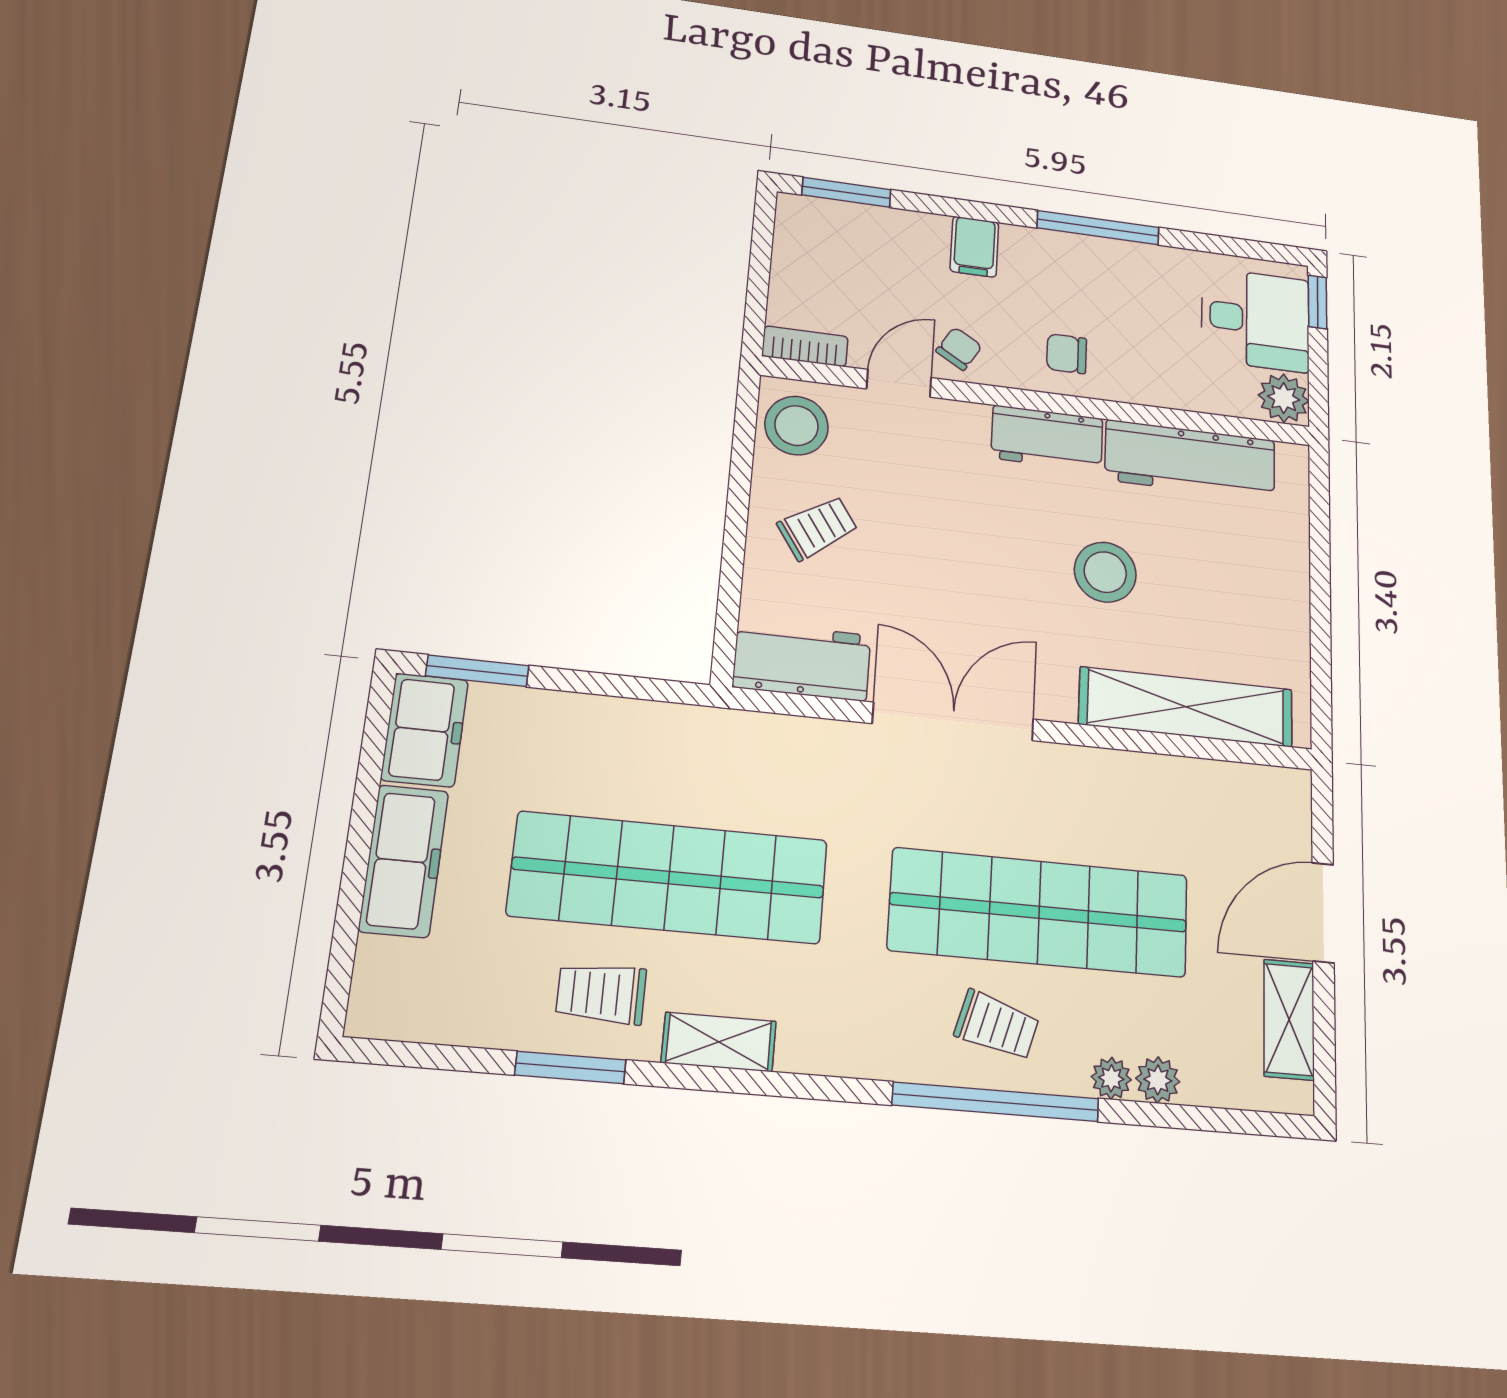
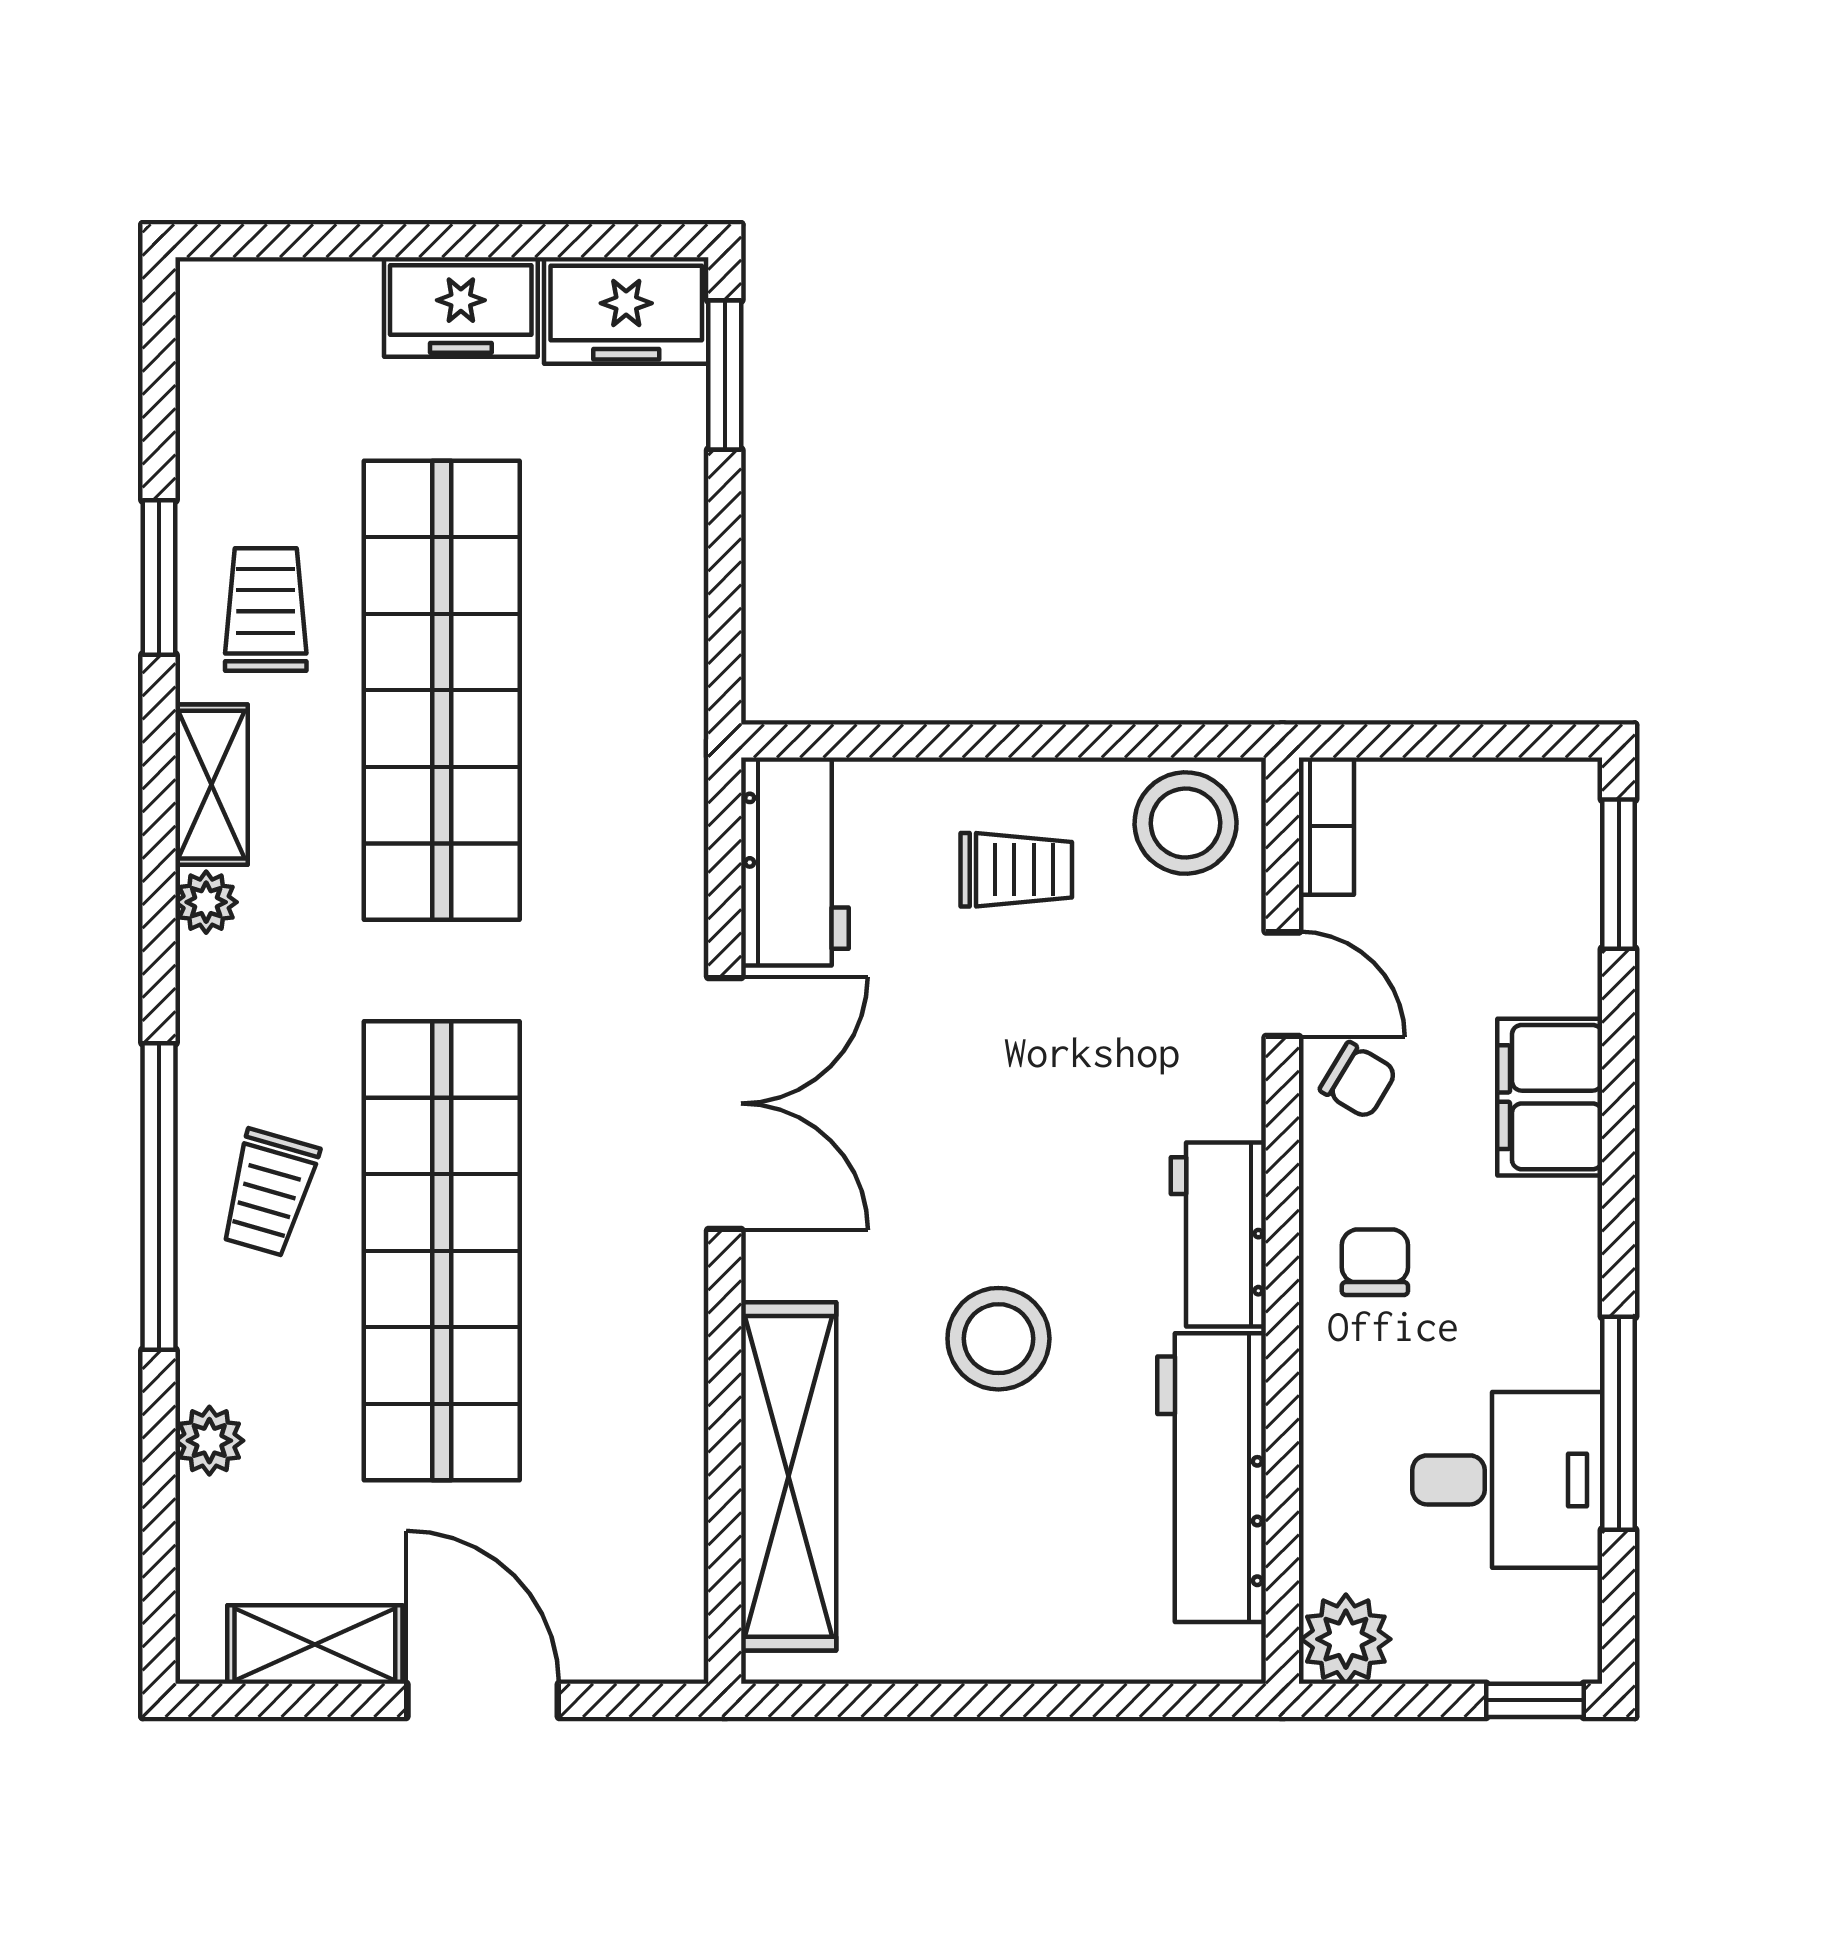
window: (1098, 228) -> (1619, 1423), moved
filing cabinet: (974, 247) -> (1550, 1097), width x2.00
desk: (1255, 320) -> (1507, 1480), moved, turned -90
trolley: (818, 528) -> (1016, 870), turned -56
freezer: (404, 861) -> (461, 307), width x0.71
plant: (1111, 1078) -> (206, 902), moved

